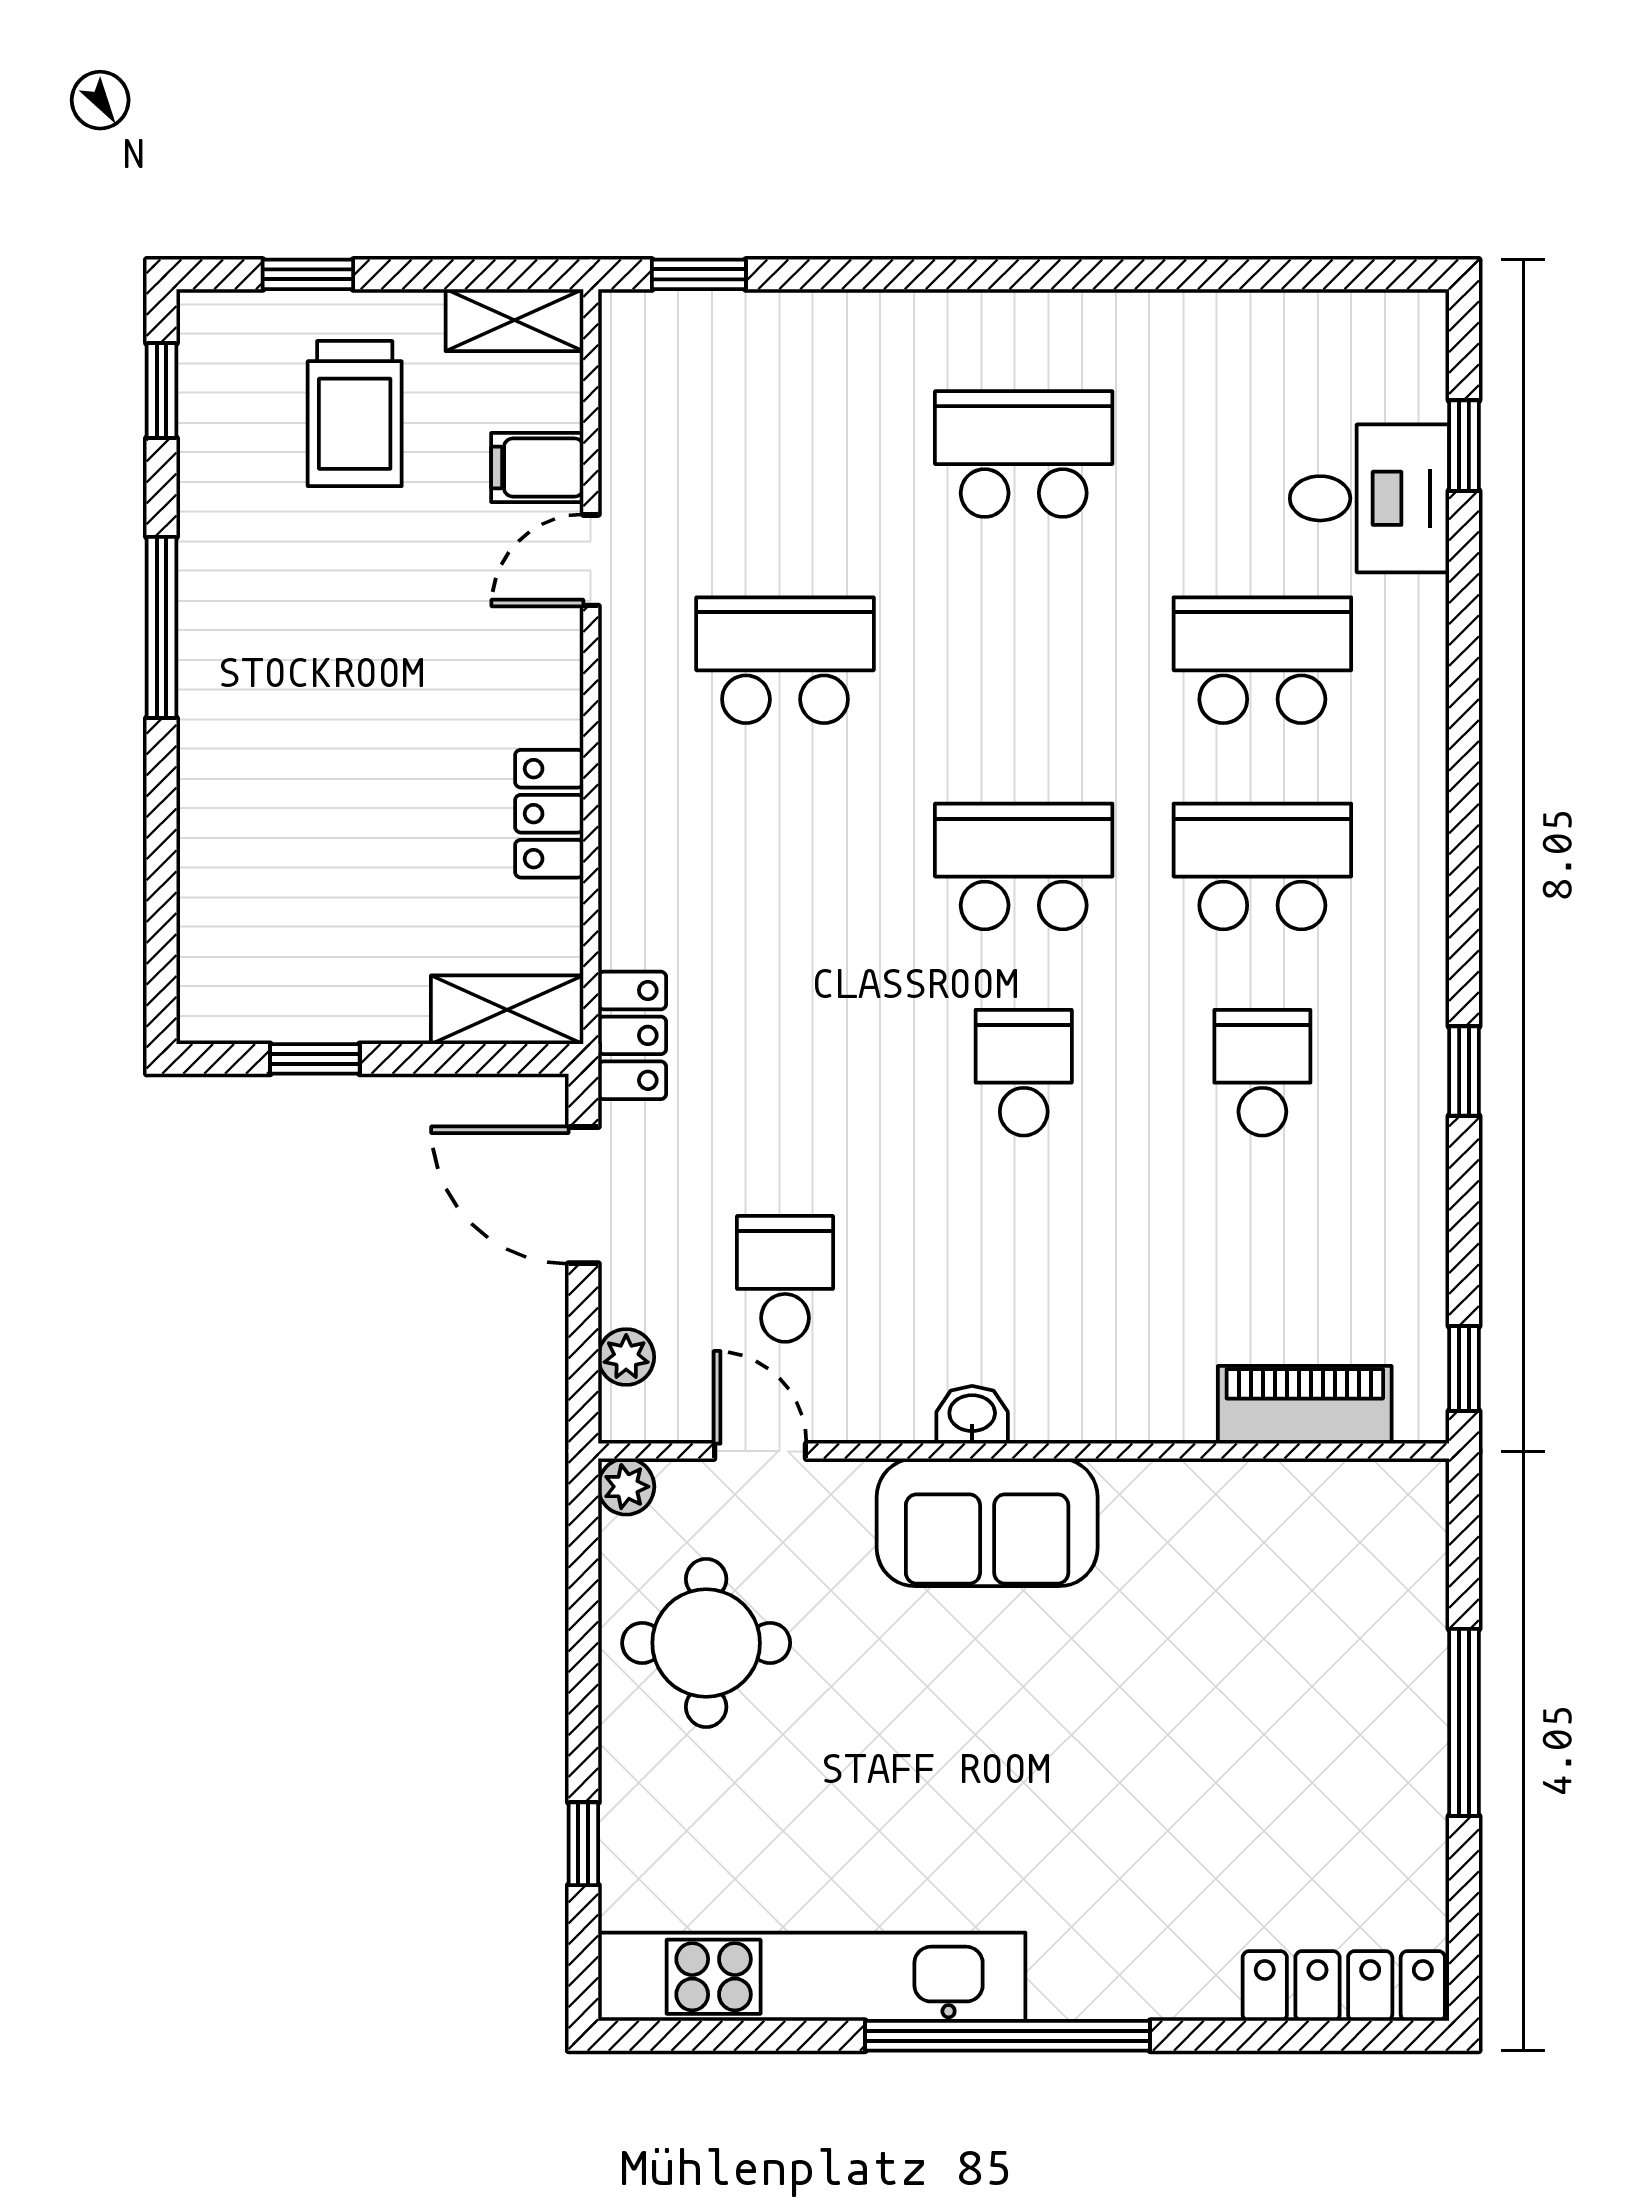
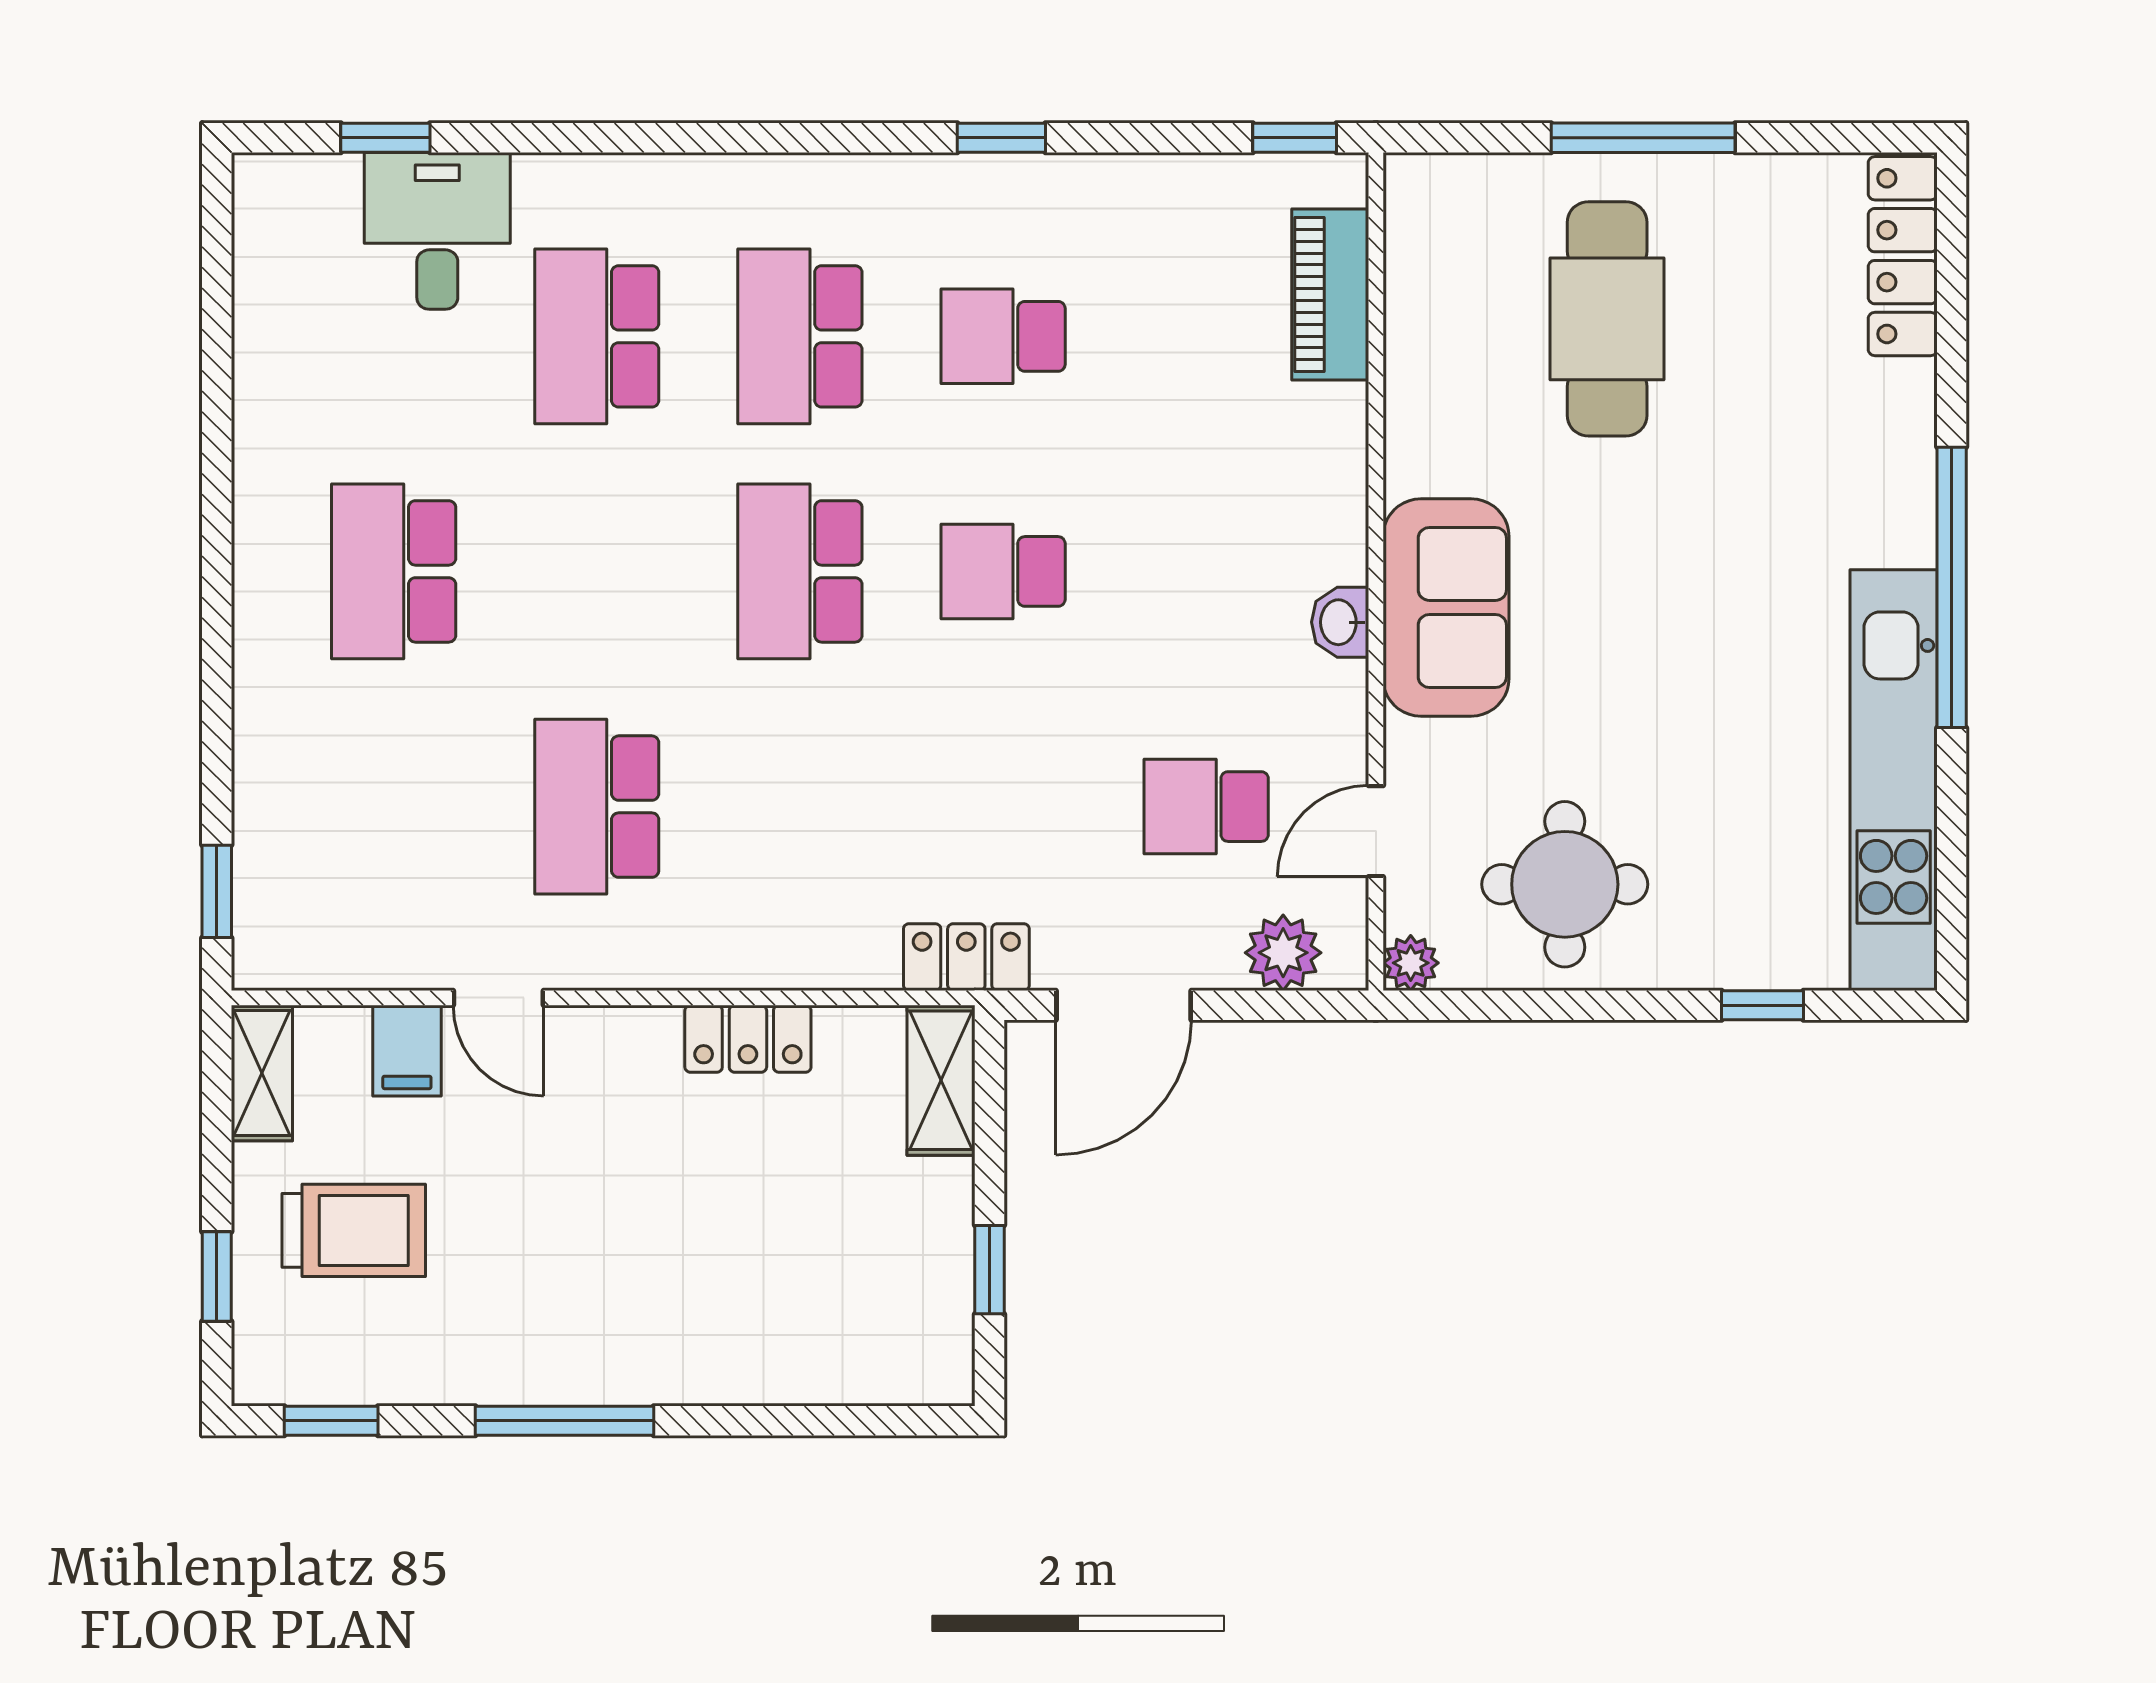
plant: (626, 1357) -> (1283, 953), width x1.38, depth x1.38
cafe table: (1280, 1686) -> (1607, 319), added

